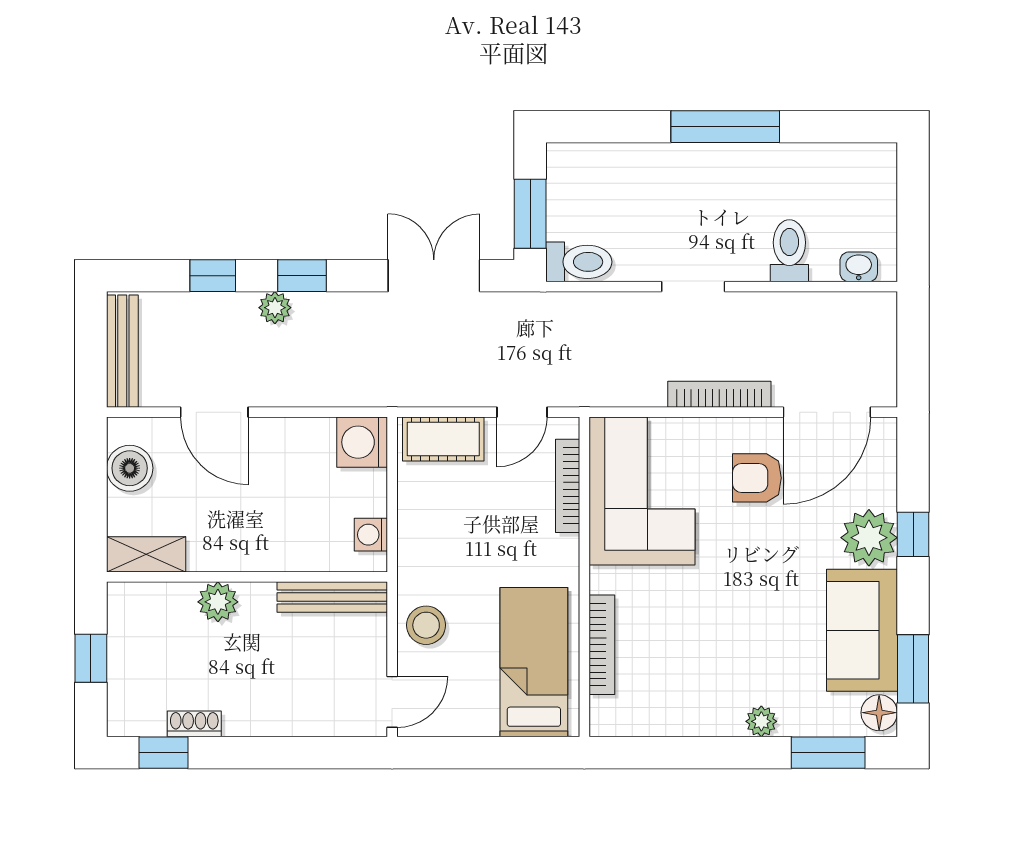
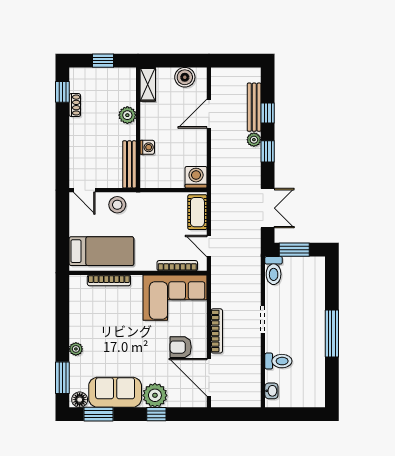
bench: (122, 351) -> (254, 107), moved, turned 90
armchair: (757, 478) -> (181, 347), turned -90
washing machine: (371, 535) -> (147, 147), moved, turned 90

